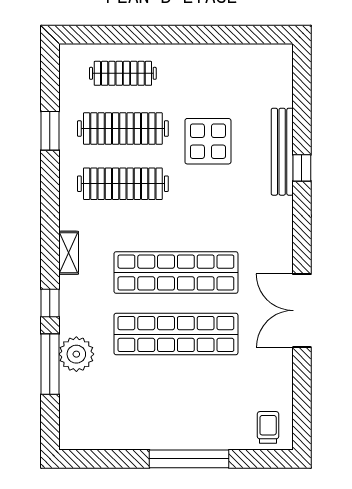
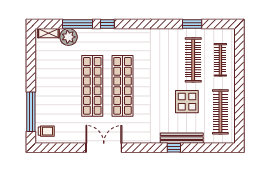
clothes rail: (123, 184) -> (220, 112), moved
shelving: (69, 253) -> (48, 33), moved
plant: (76, 354) -> (69, 37), moved
window: (189, 459) -> (31, 112), moved

